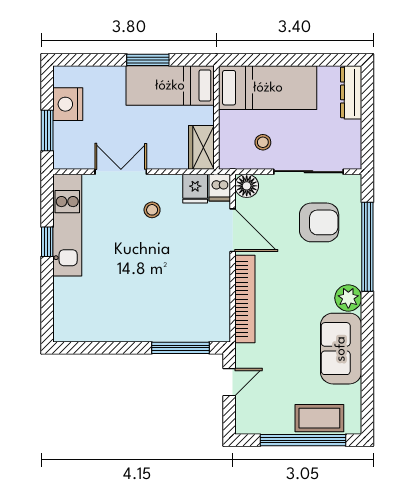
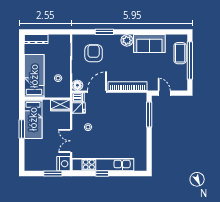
nightstand: (68, 104) -> (64, 164), moved, turned -90
kitchen unit: (67, 225) -> (103, 165), width x1.36
window: (367, 247) -> (104, 32), width x0.47

